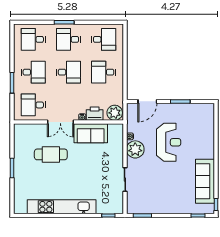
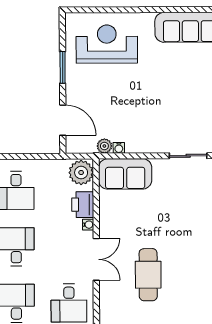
sofa: (91, 133) -> (125, 174), moved, turned 90
reception desk: (169, 142) -> (107, 44), moved
plant: (135, 149) -> (104, 146), moved, width x0.53, depth x0.53

